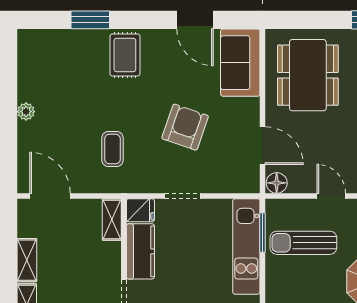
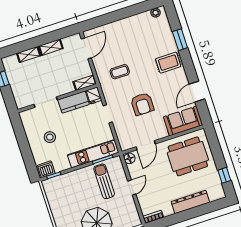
plant: (26, 112) -> (156, 13), moved
armchair: (185, 127) -> (142, 104), turned 71

